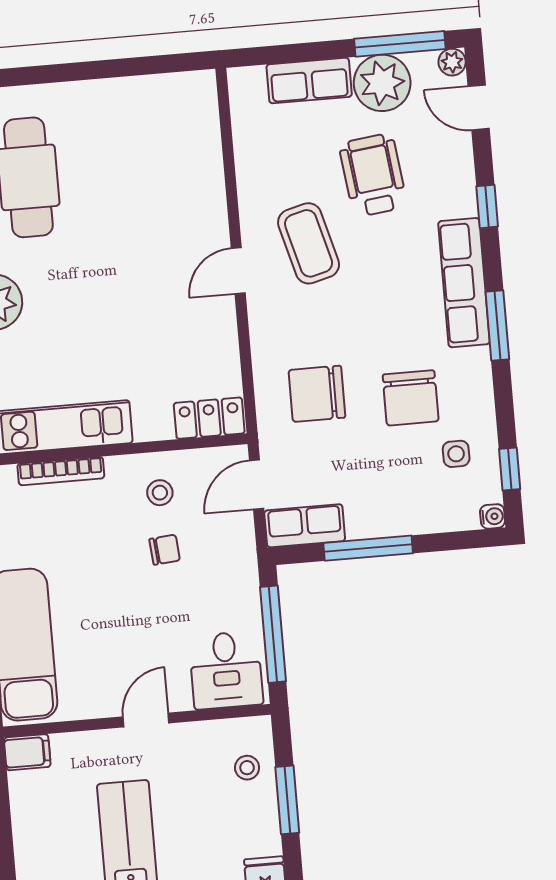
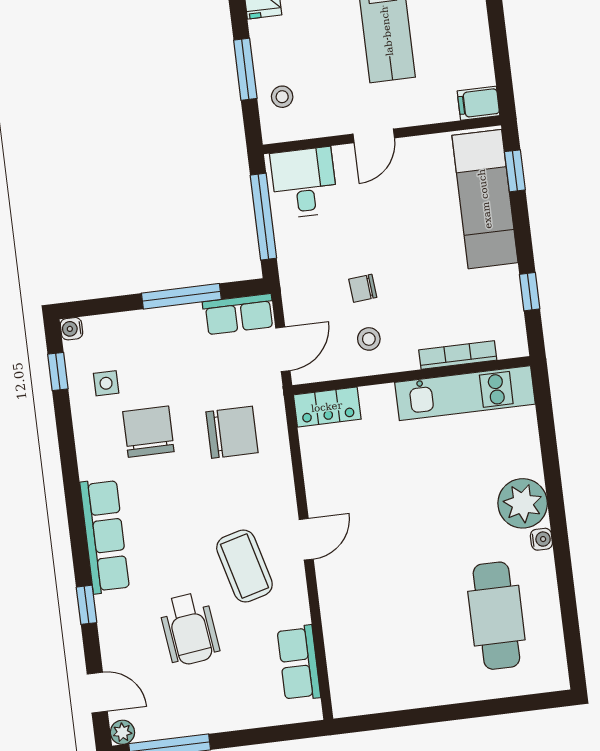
row of seats: (309, 81) -> (299, 663), moved, turned -90
plant: (382, 83) -> (184, 711), removed
window: (497, 325) -> (74, 499), removed

